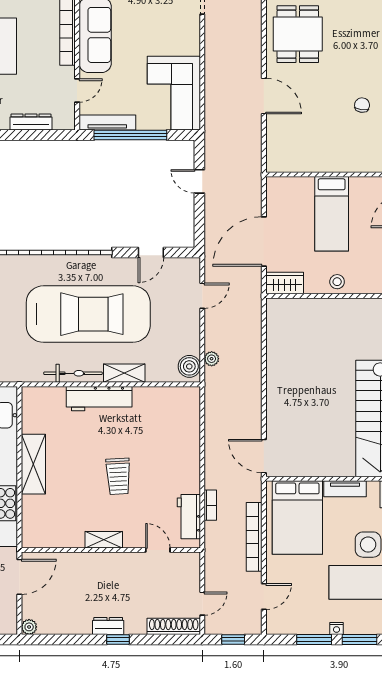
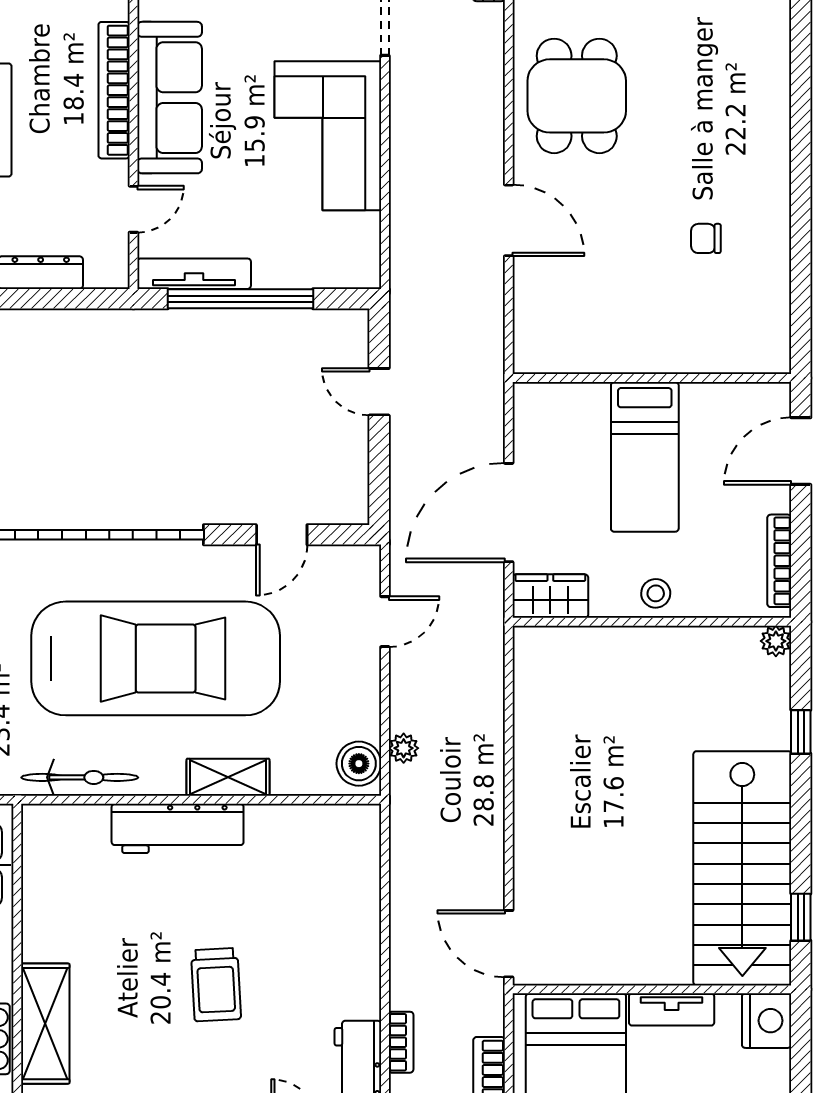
corner sofa: (174, 93) -> (328, 136), moved
chair: (362, 105) -> (706, 238), turned -97
bicycle: (73, 373) -> (80, 777), moved
shelving: (33, 464) -> (45, 1024), moved

